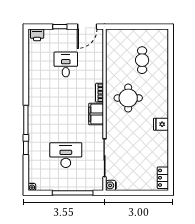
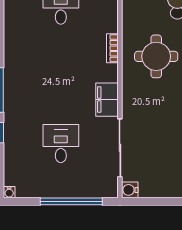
filing cabinet: (96, 114) -> (107, 100), moved
desk: (66, 155) -> (61, 144), width x0.73

